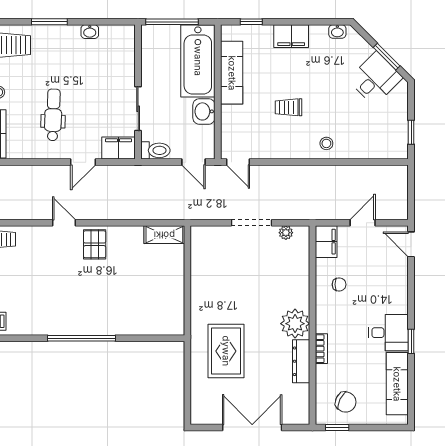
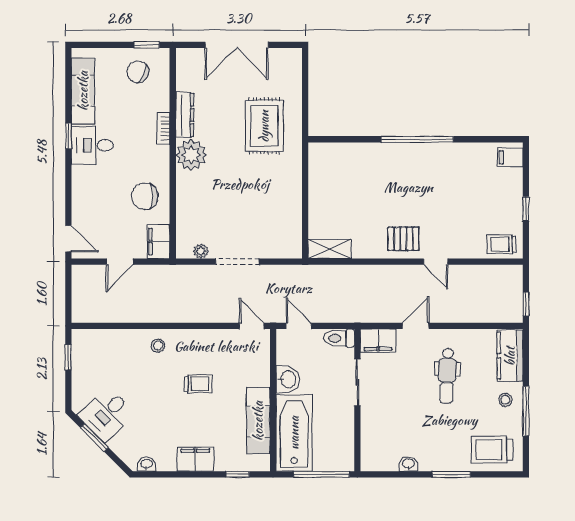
pallet: (95, 244) -> (403, 239), turned 90
chair: (339, 284) -> (145, 196), width x1.87, depth x1.87

